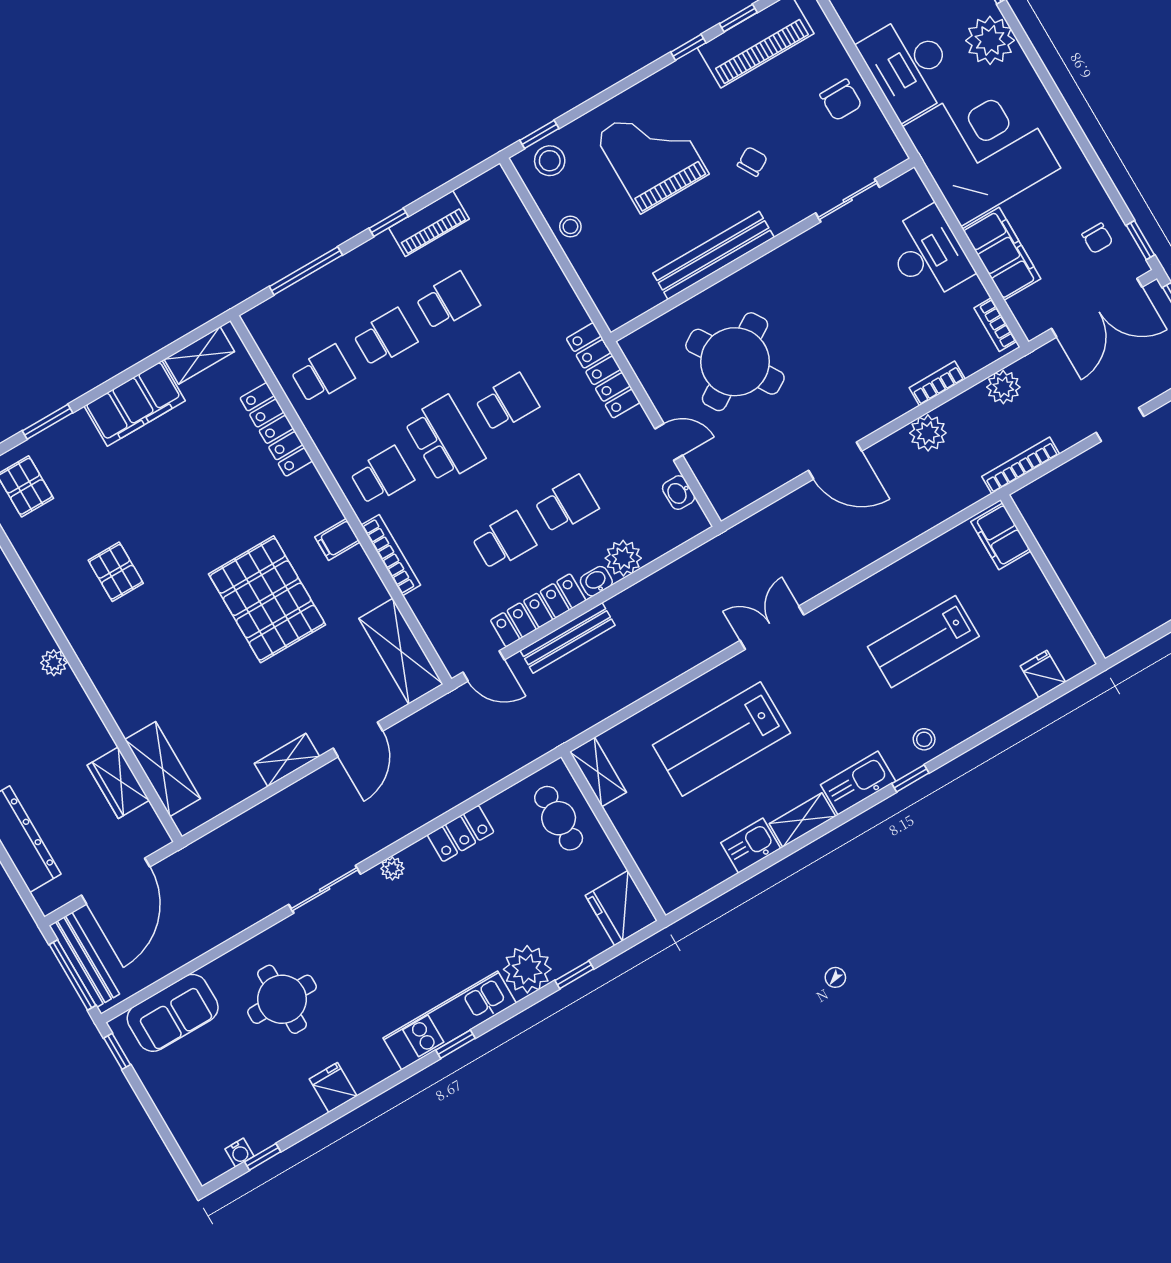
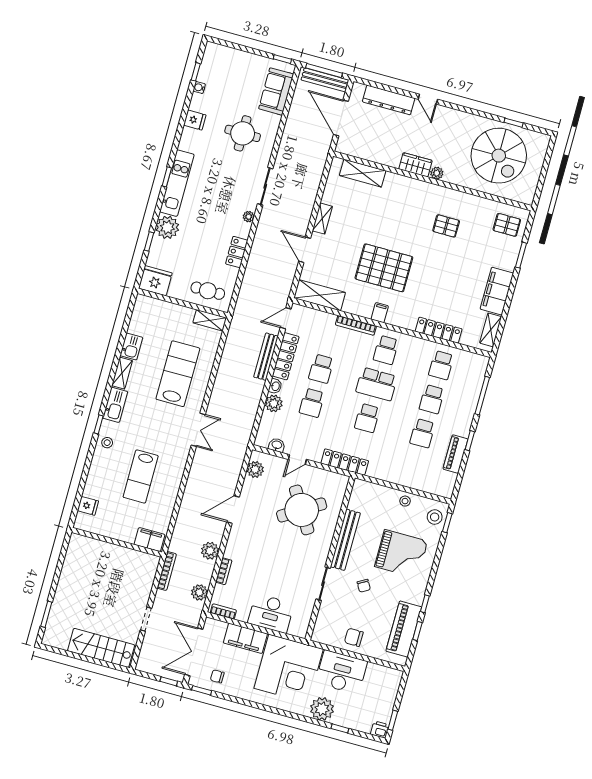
sliding door: (848, 200) -> (323, 584), moved
plant: (745, 488) -> (255, 469), added
lab bench: (923, 642) -> (141, 476), turned 180
wardrobe: (118, 783) -> (416, 165), moved
water cooler: (239, 1153) -> (199, 87), moved

